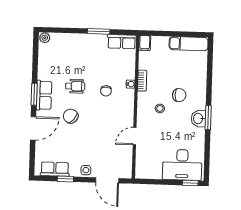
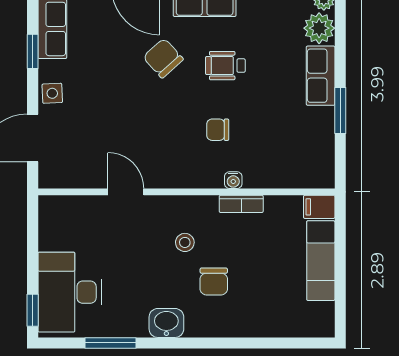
plant: (59, 40) -> (319, 28), added
row of seats: (122, 42) -> (321, 76), moved
exam couch: (189, 44) -> (321, 261), moved
wheelchair: (75, 86) -> (225, 66), turned 90
chair: (71, 116) -> (163, 58), turned -84
window: (208, 118) -> (111, 343), moved

